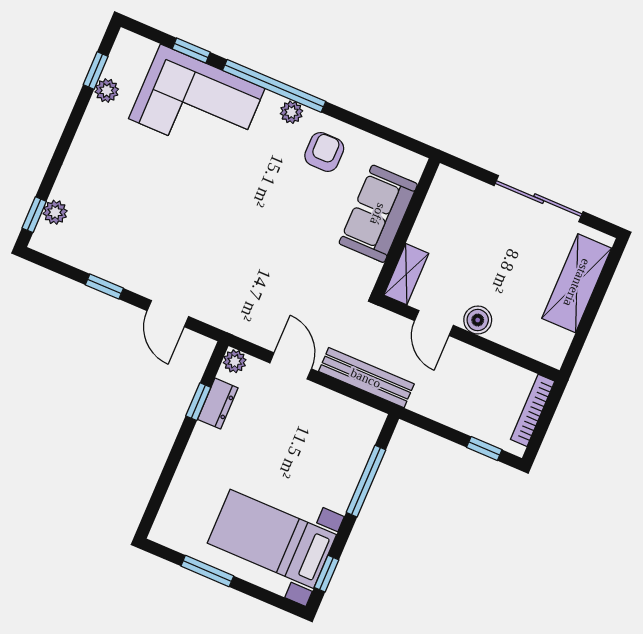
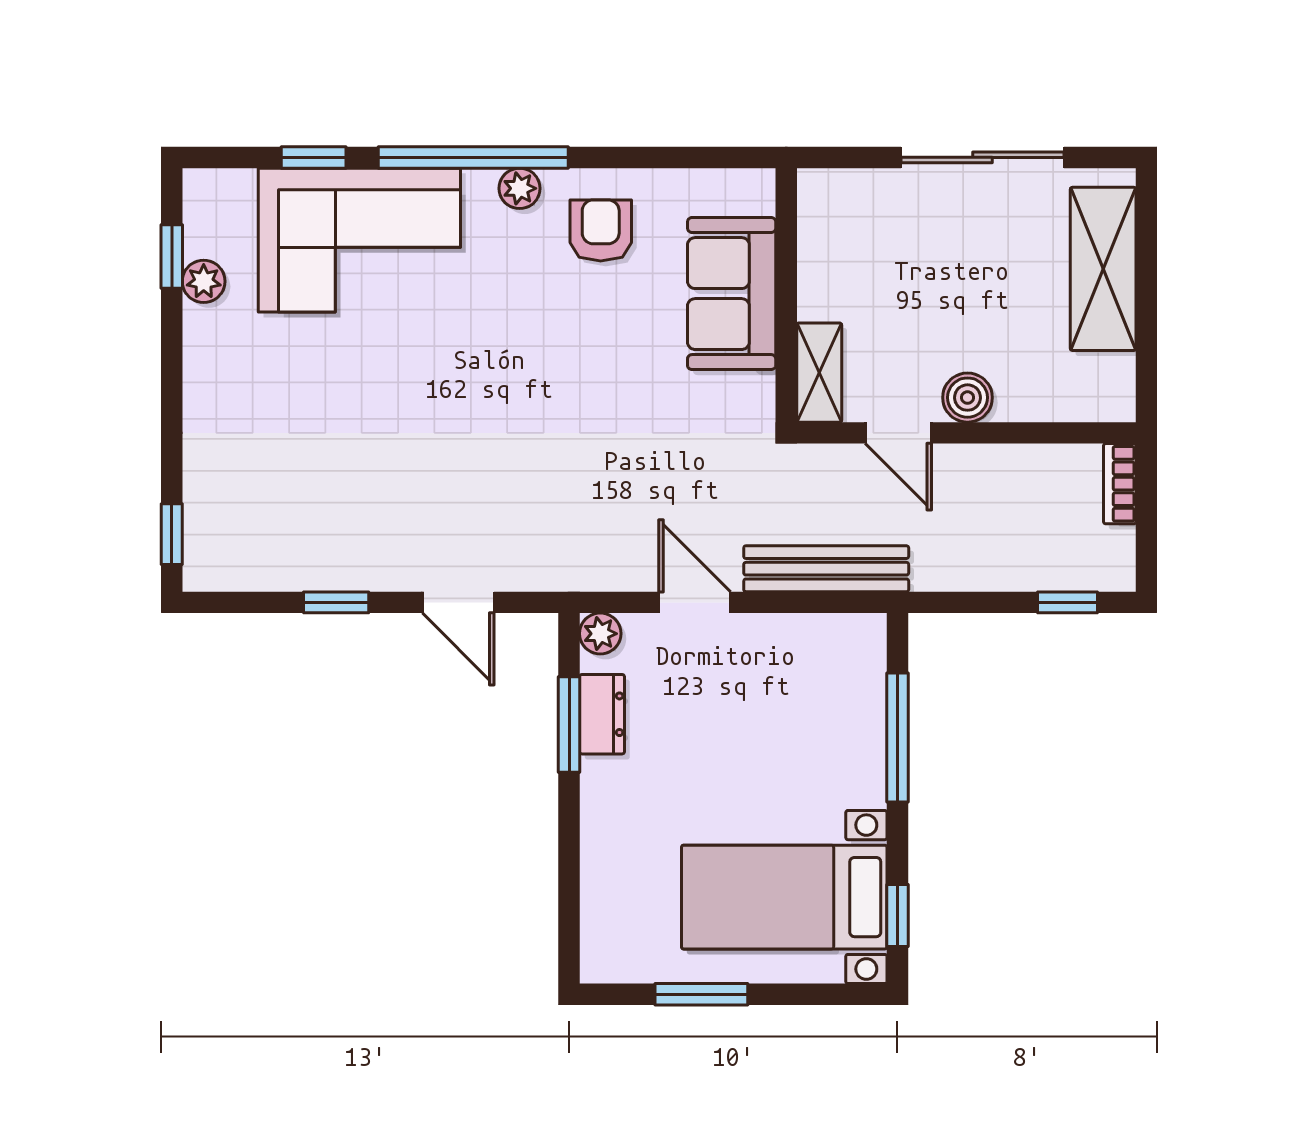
plant: (55, 212) -> (204, 516), removed
window: (198, 402) -> (569, 725), width x1.50
bookcase: (533, 410) -> (1120, 484), width x0.64

